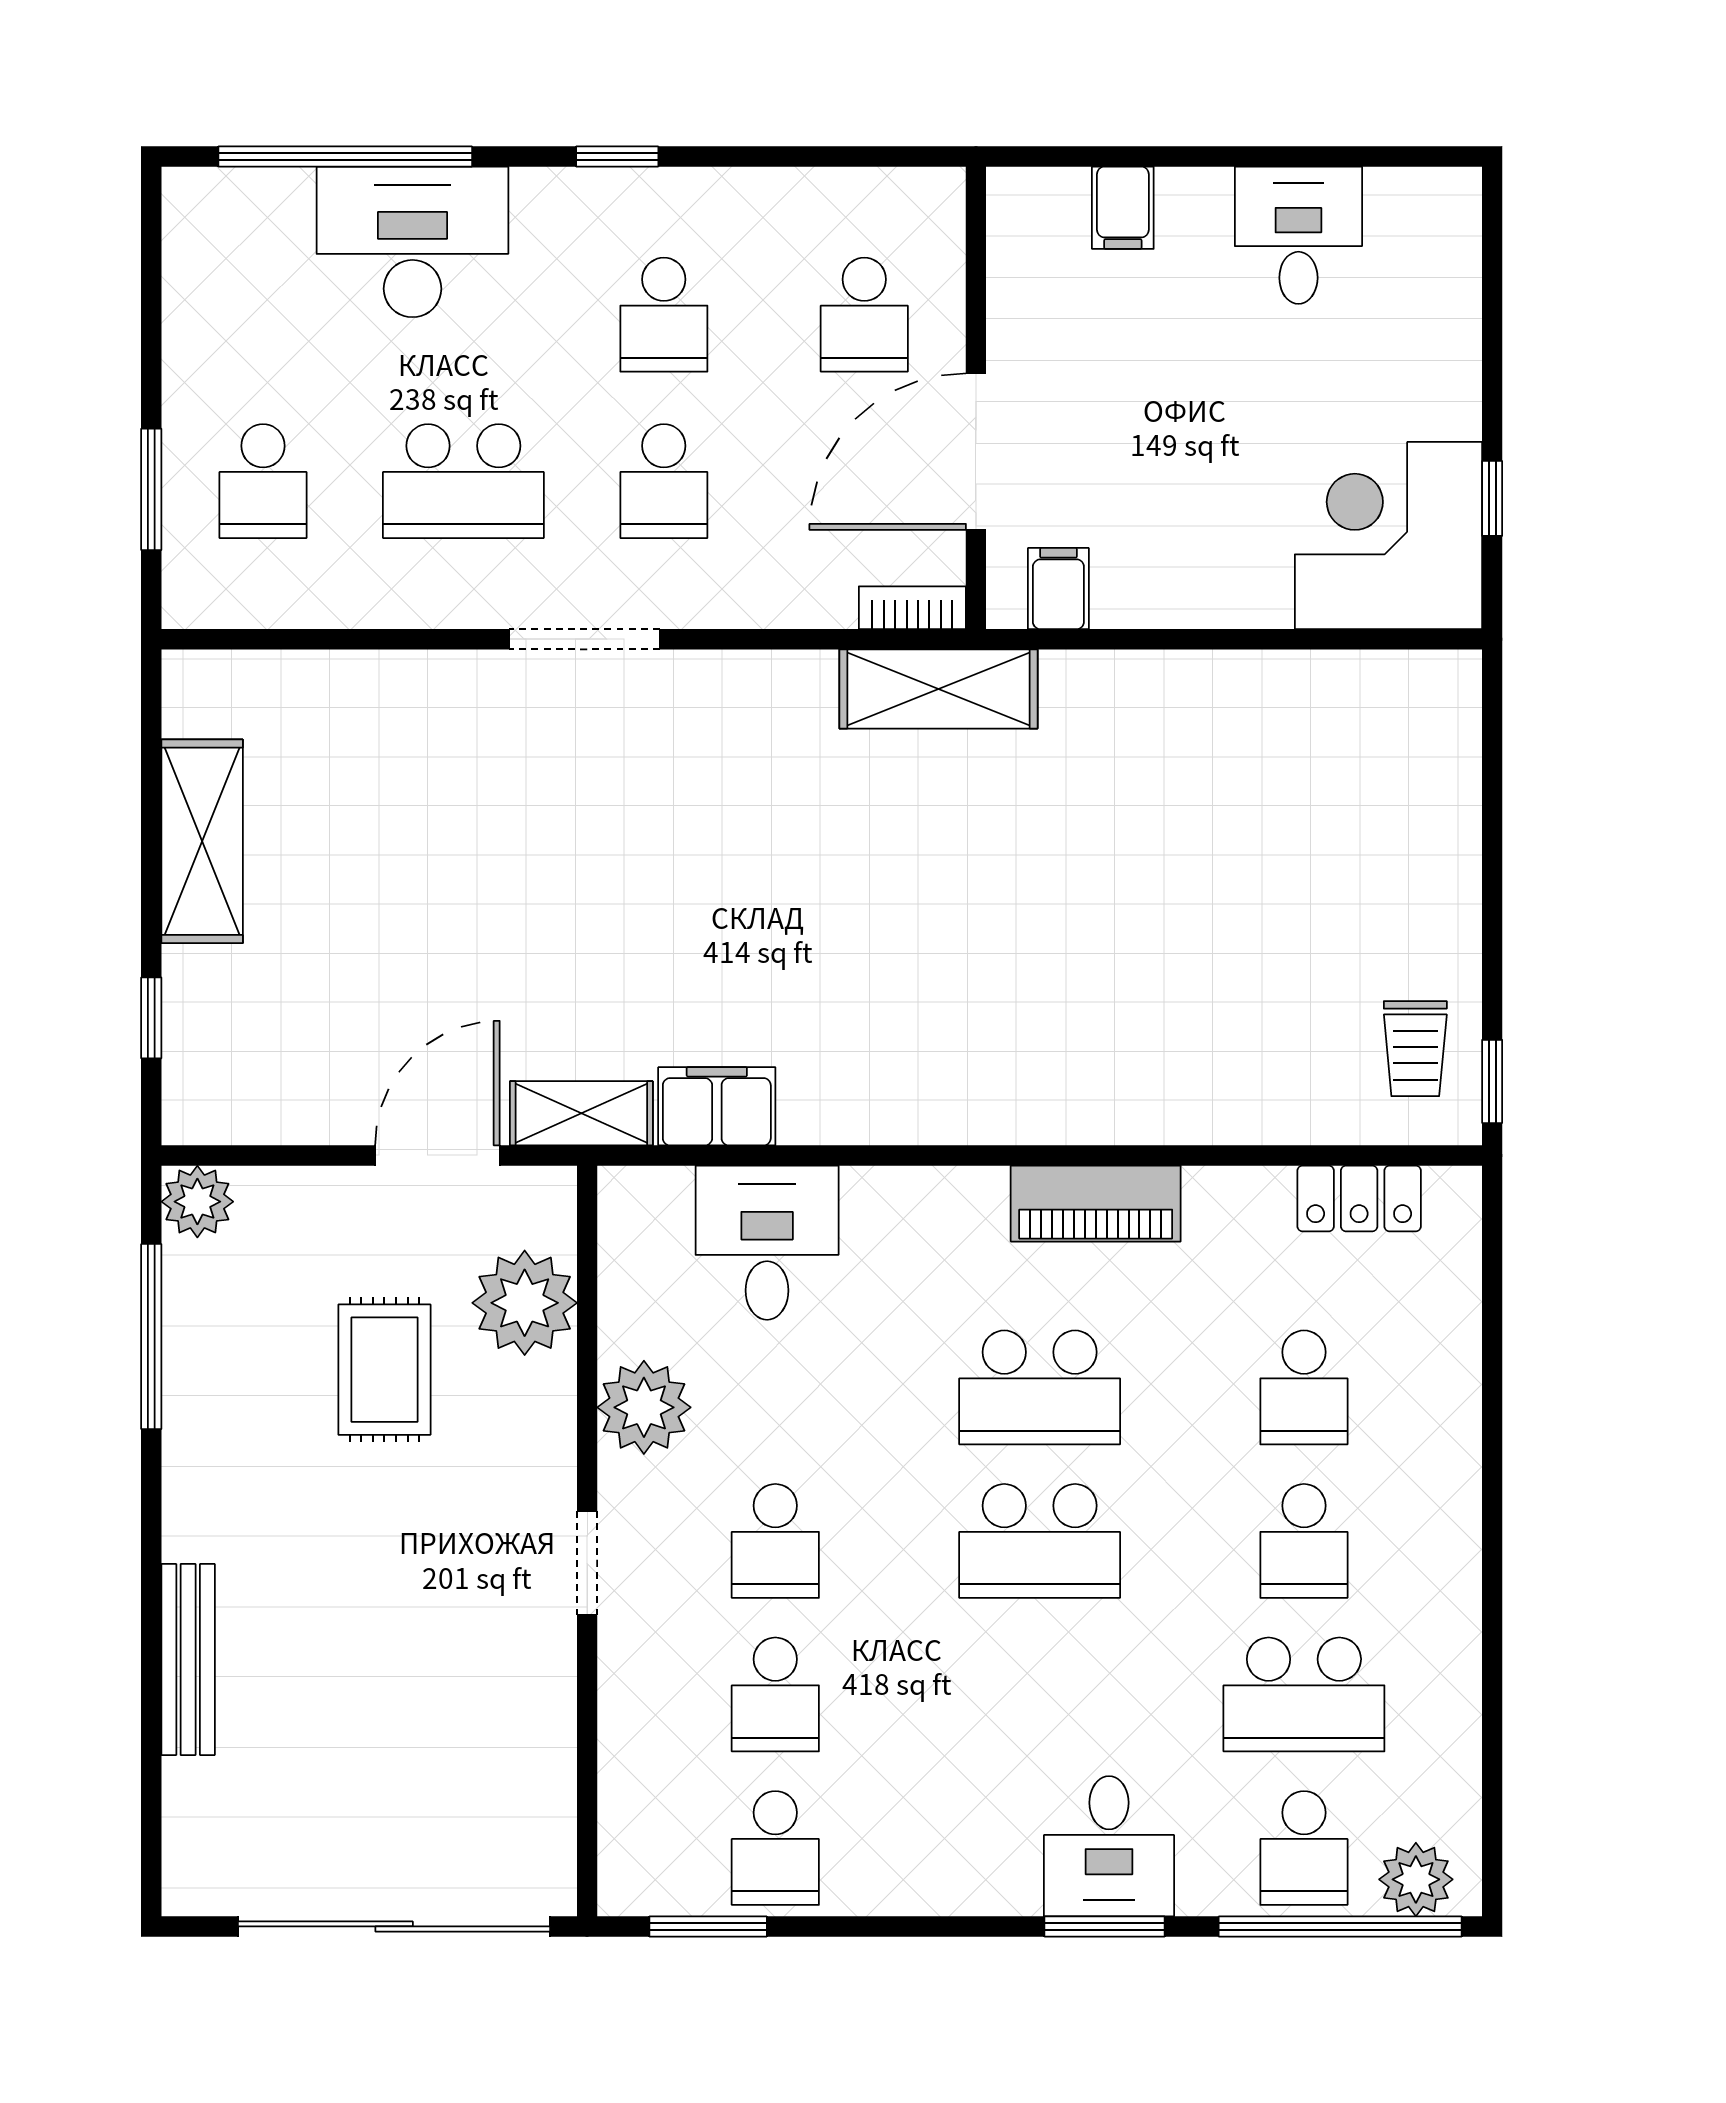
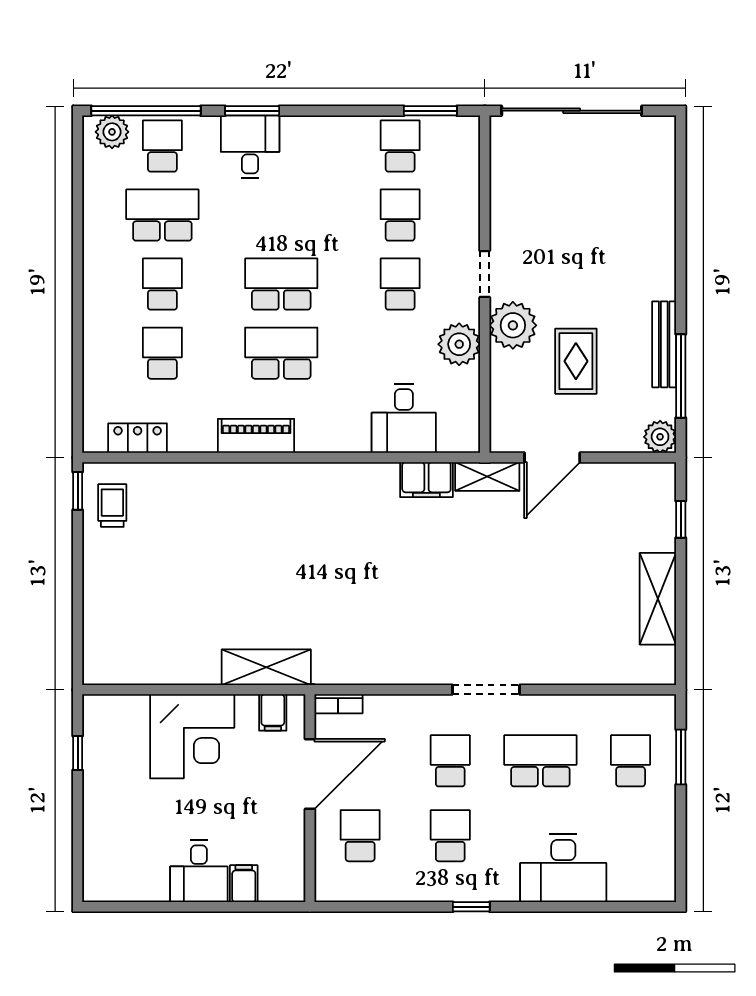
window: (345, 157) -> (594, 907), removed
desk: (1298, 235) -> (199, 871), moved
corner desk: (1388, 536) -> (192, 736), moved
shelving: (938, 689) -> (266, 667), moved
plant: (525, 1303) -> (513, 325), moved
bench: (188, 1659) -> (664, 344), moved

